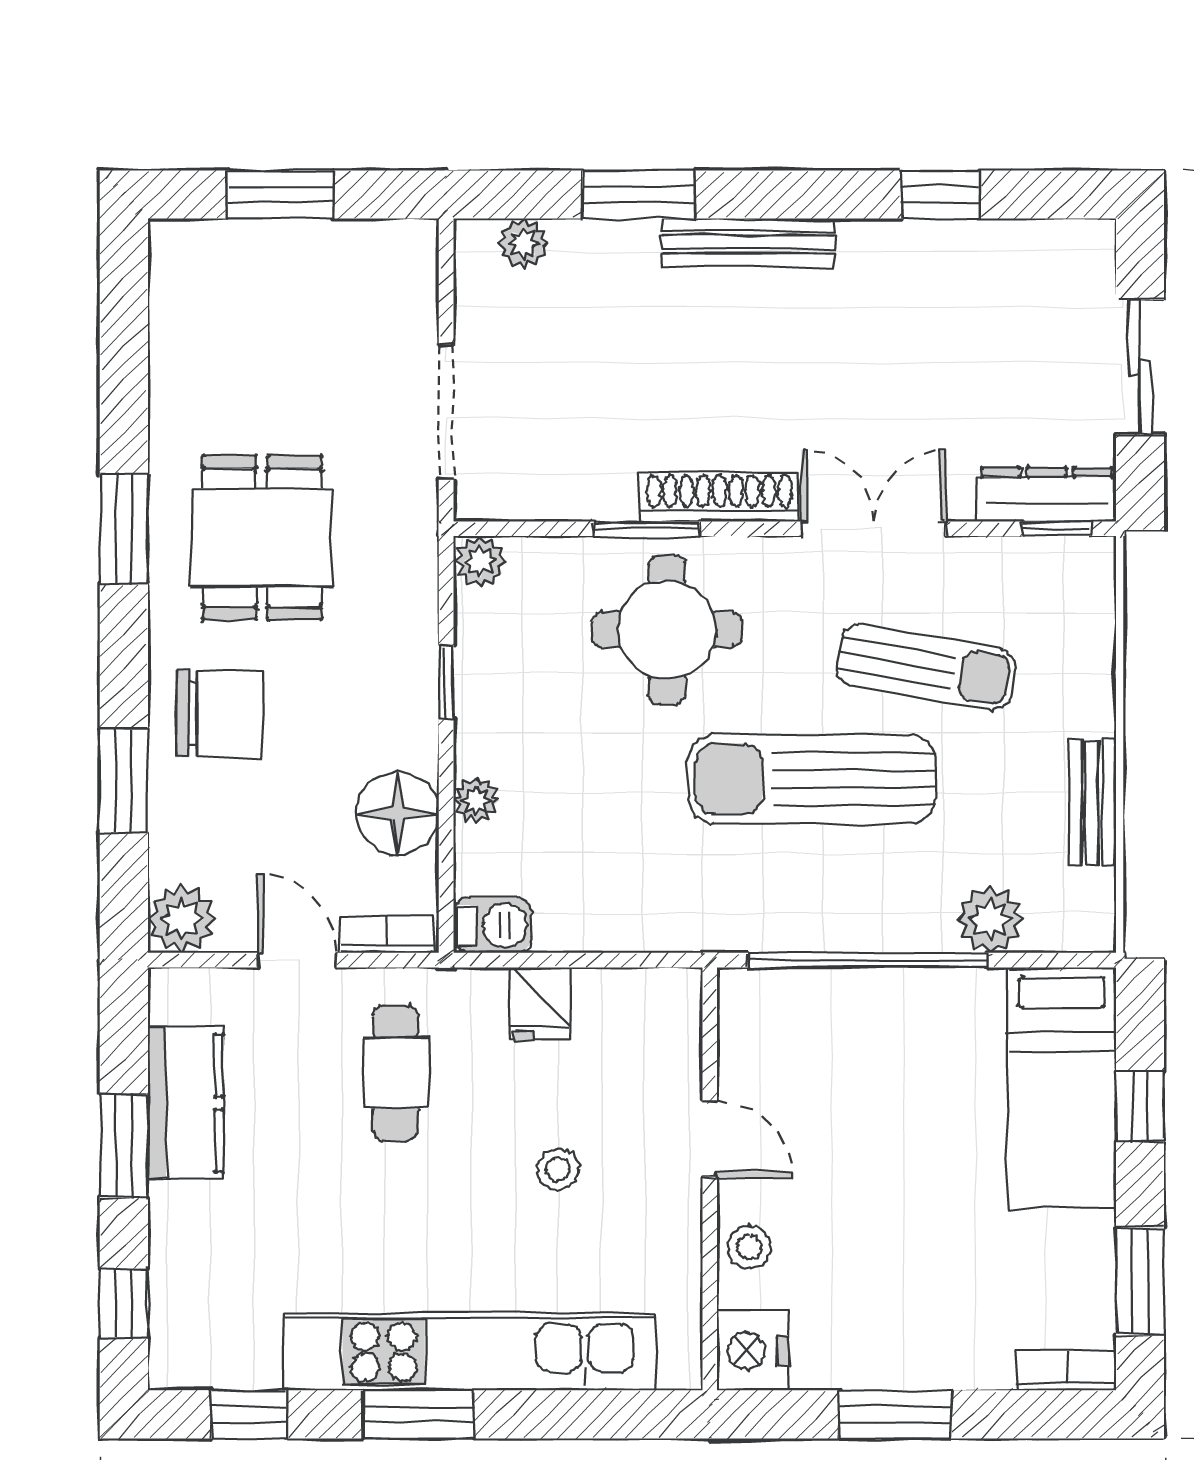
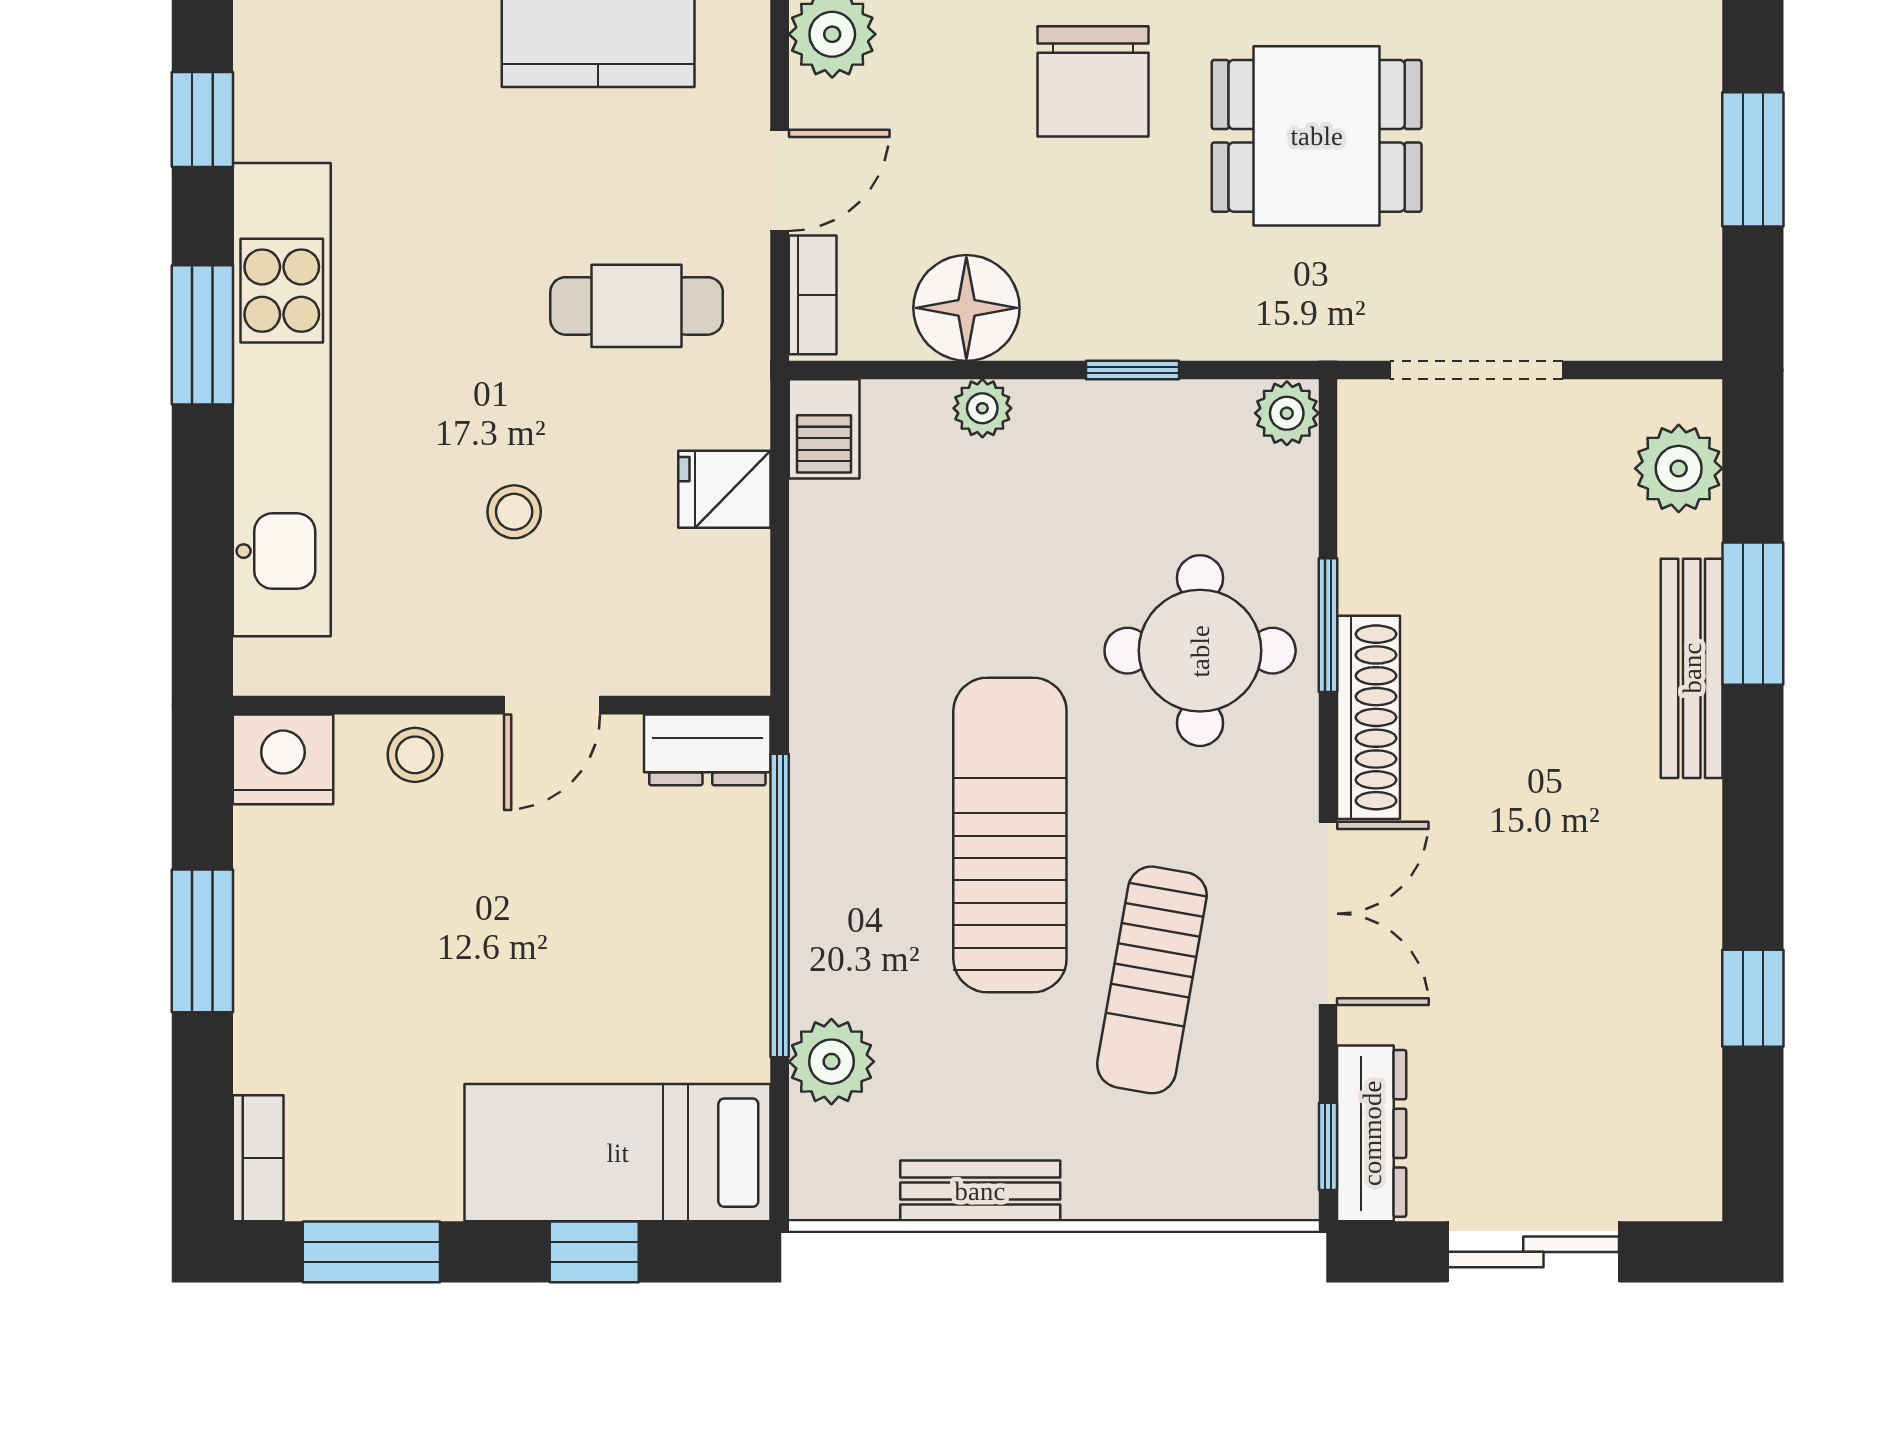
plant: (524, 243) -> (1679, 468), width x1.38, depth x1.38
bench: (748, 243) -> (1692, 668), moved
dresser: (745, 1017) -> (707, 750), added

